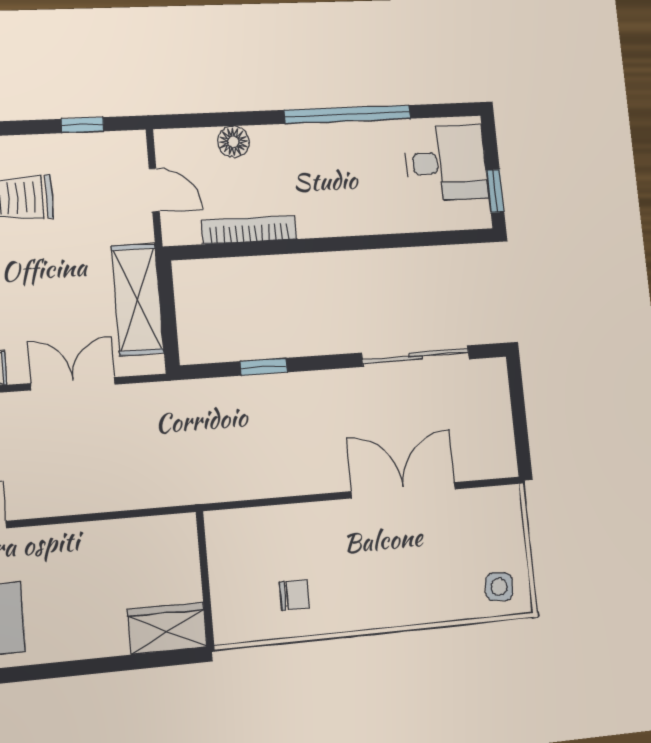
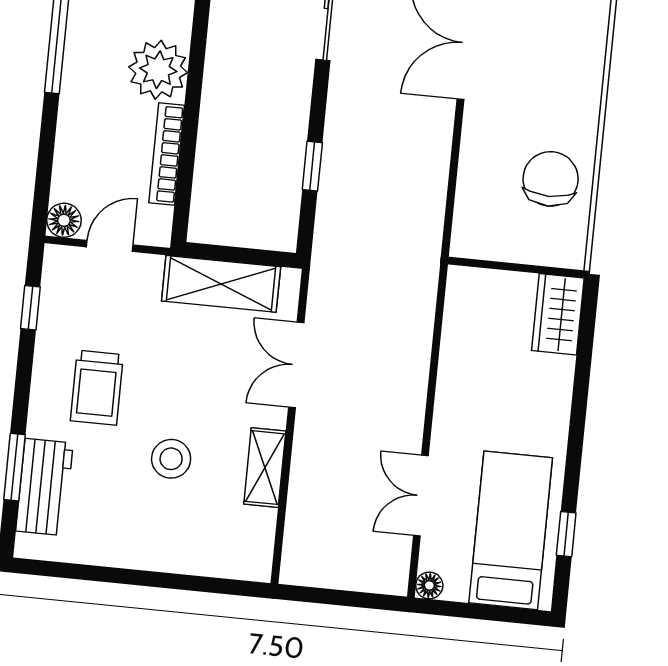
floor lamp: (233, 142) -> (64, 220), moved
plant: (324, 210) -> (158, 70), added
chair: (294, 595) -> (551, 179), width x1.87, depth x1.87

